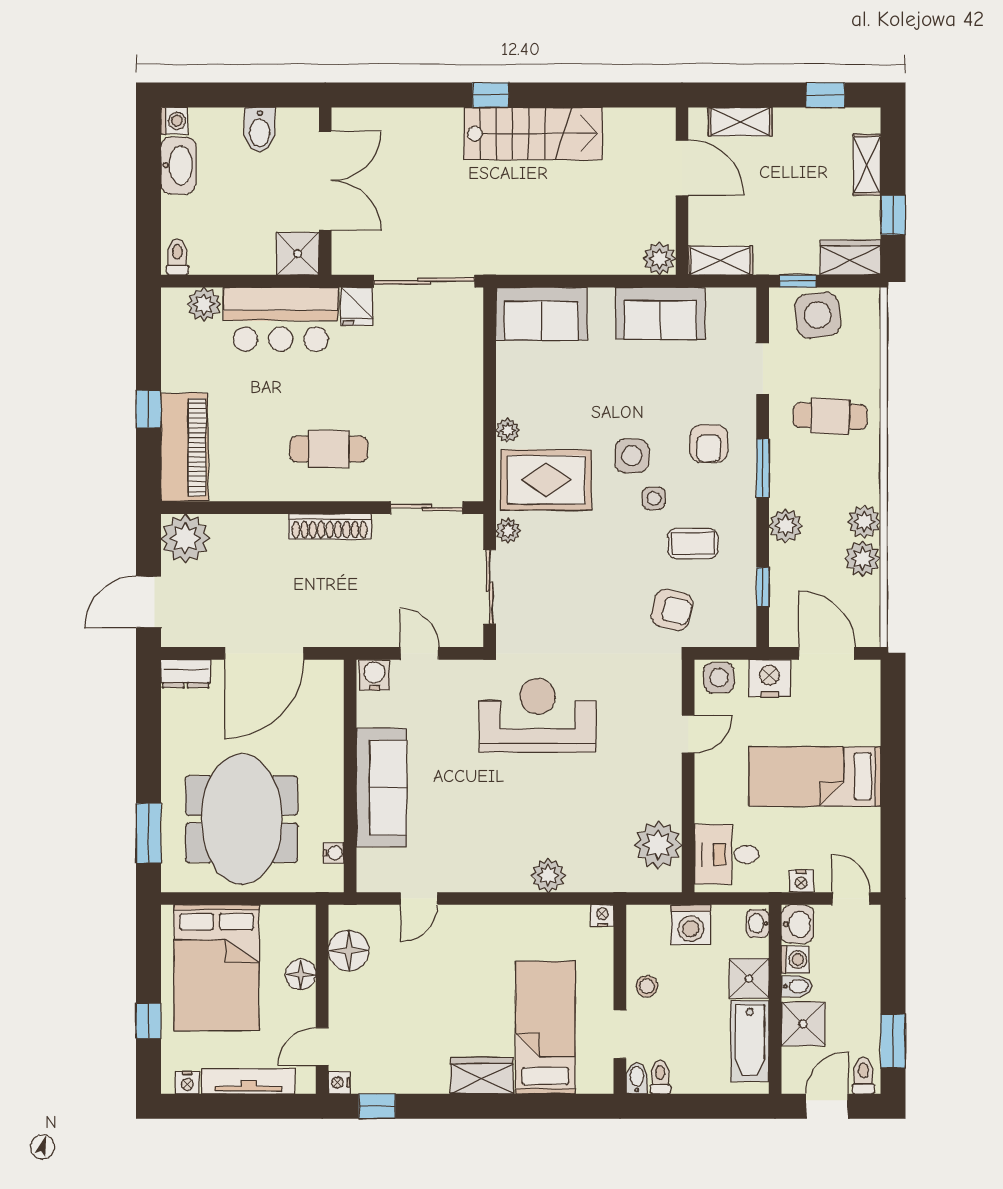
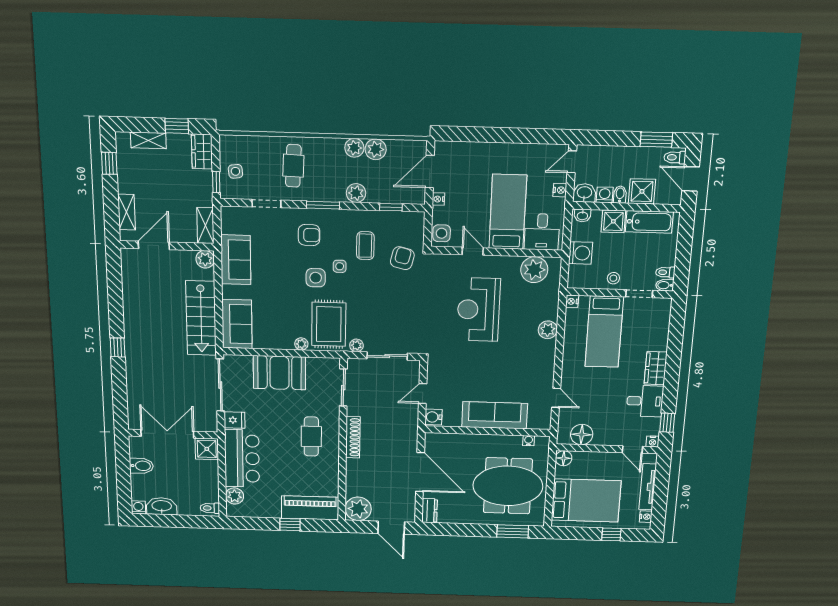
stairs: (533, 134) -> (201, 318), moved, turned 180
side table: (818, 315) -> (235, 171), width x0.54, depth x0.54
booth: (452, 390) -> (279, 373), added
nightstand: (770, 678) -> (438, 199), width x0.53, depth x0.56
reception desk: (538, 715) -> (478, 310), moved
bed: (815, 776) -> (508, 212), moved, turned 180
floor lamp: (301, 974) -> (564, 458), moved
bed: (545, 1028) -> (604, 332), moved, turned -90
desk: (418, 1062) -> (645, 401), added

